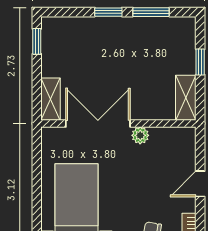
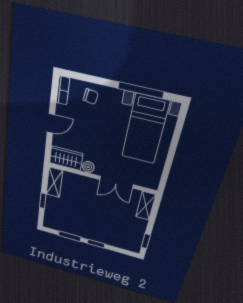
double door: (98, 123) -> (116, 182), width x0.73
wardrobe: (173, 140) -> (66, 158), added

